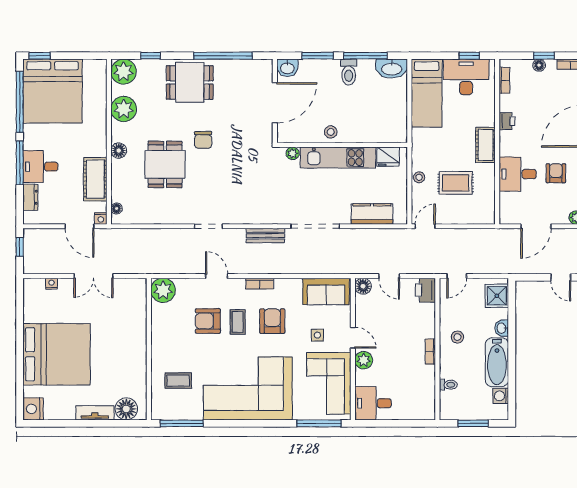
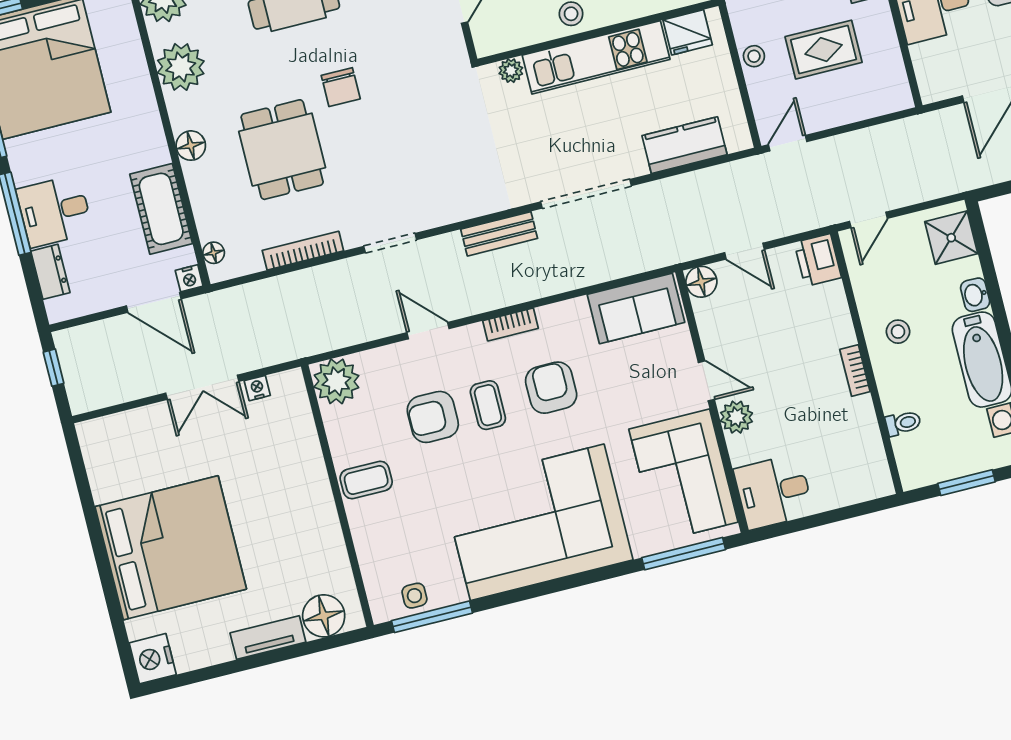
bookcase: (163, 219) -> (303, 251), added
nightstand: (52, 284) -> (257, 388), moved
side table: (317, 335) -> (414, 596), moved
coffee table: (178, 381) -> (366, 480), moved

